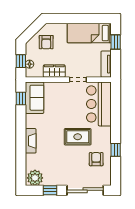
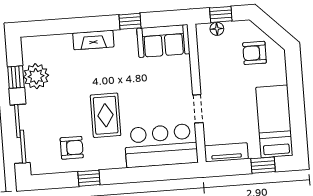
wardrobe: (54, 71) -> (209, 70), removed
window: (21, 98) -> (130, 21), moved
plant: (35, 178) -> (36, 76), moved

